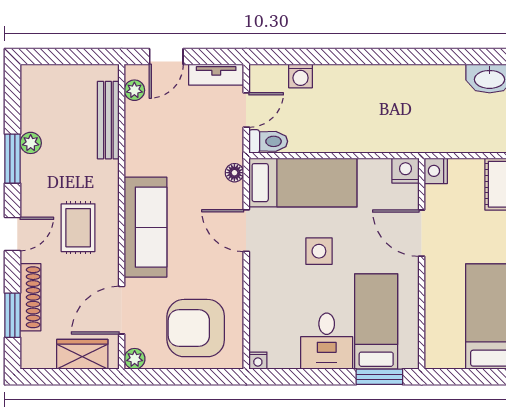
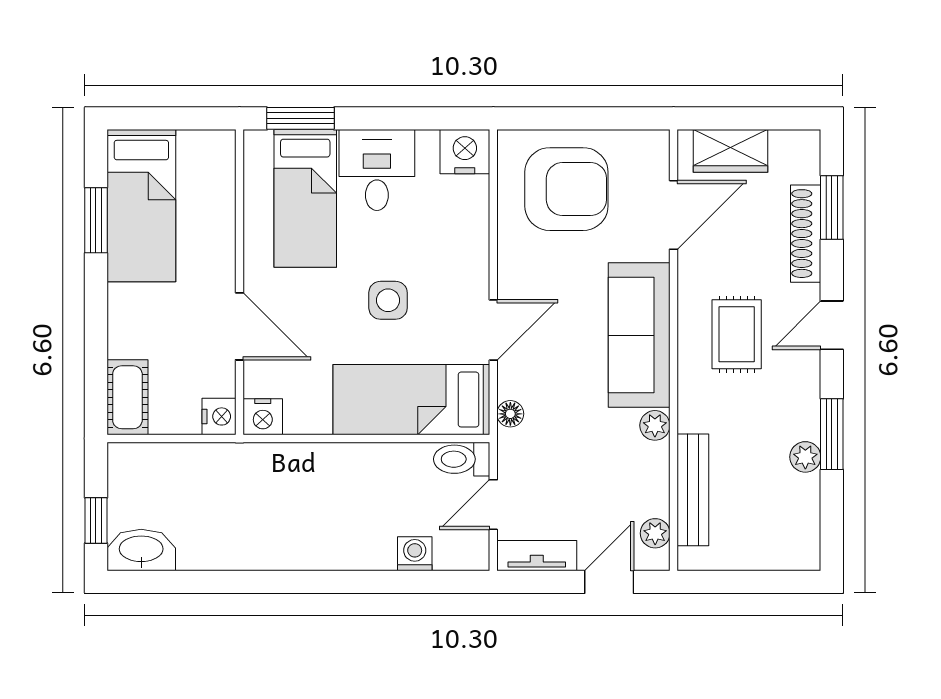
door: (246, 231) -> (493, 330), hinge flipped
plant: (135, 359) -> (655, 425), moved
nightstand: (258, 361) -> (465, 152), width x1.89, depth x1.79

